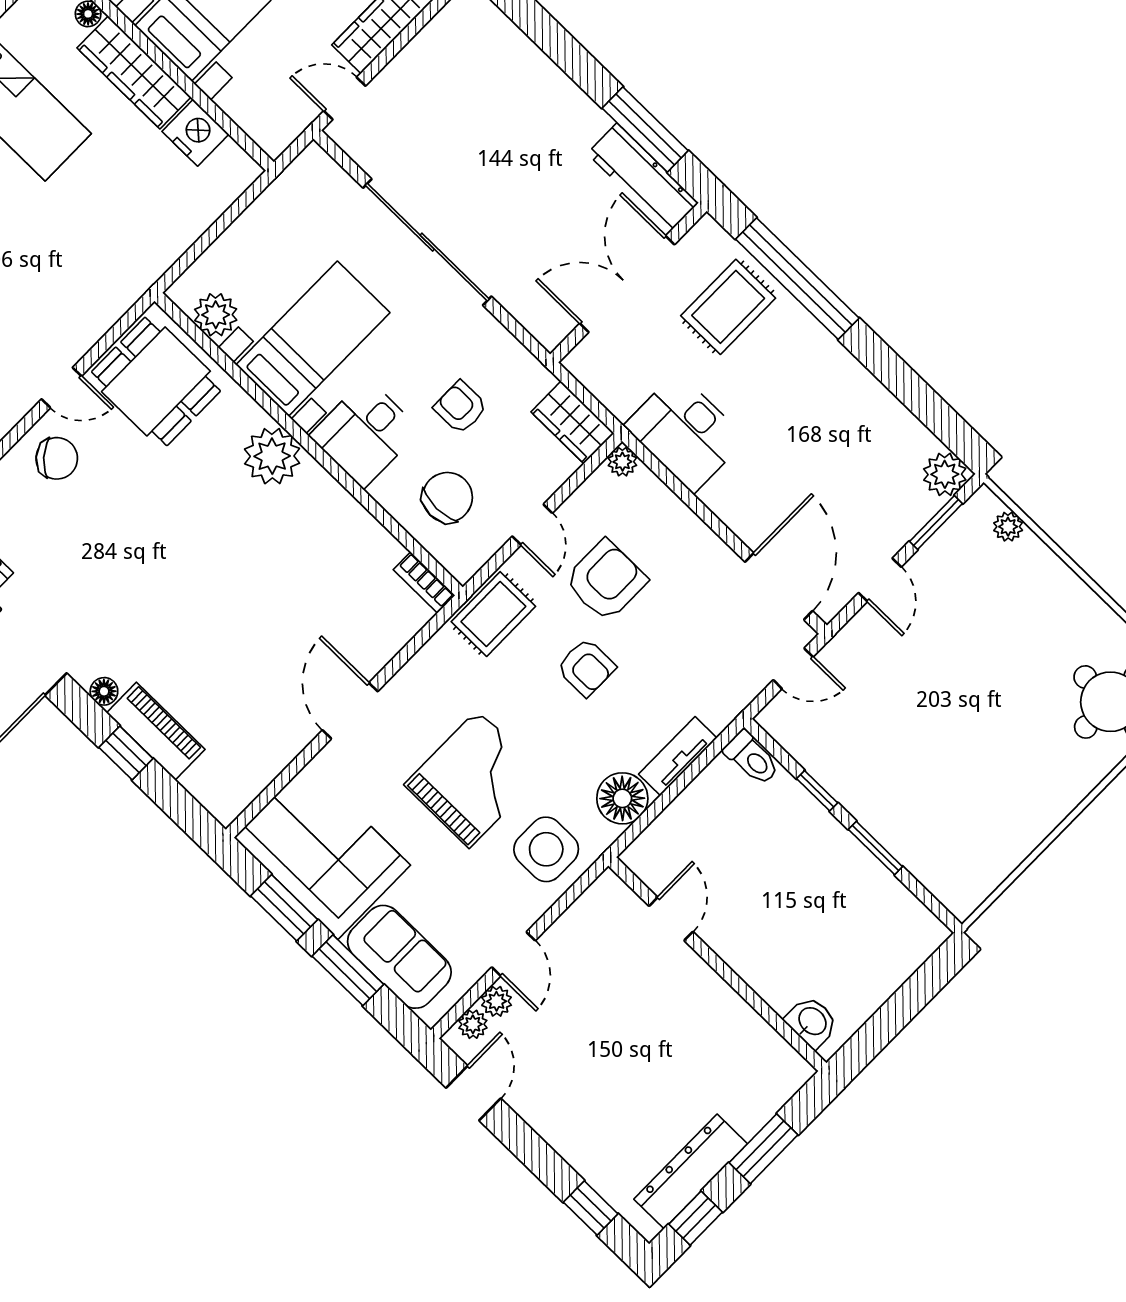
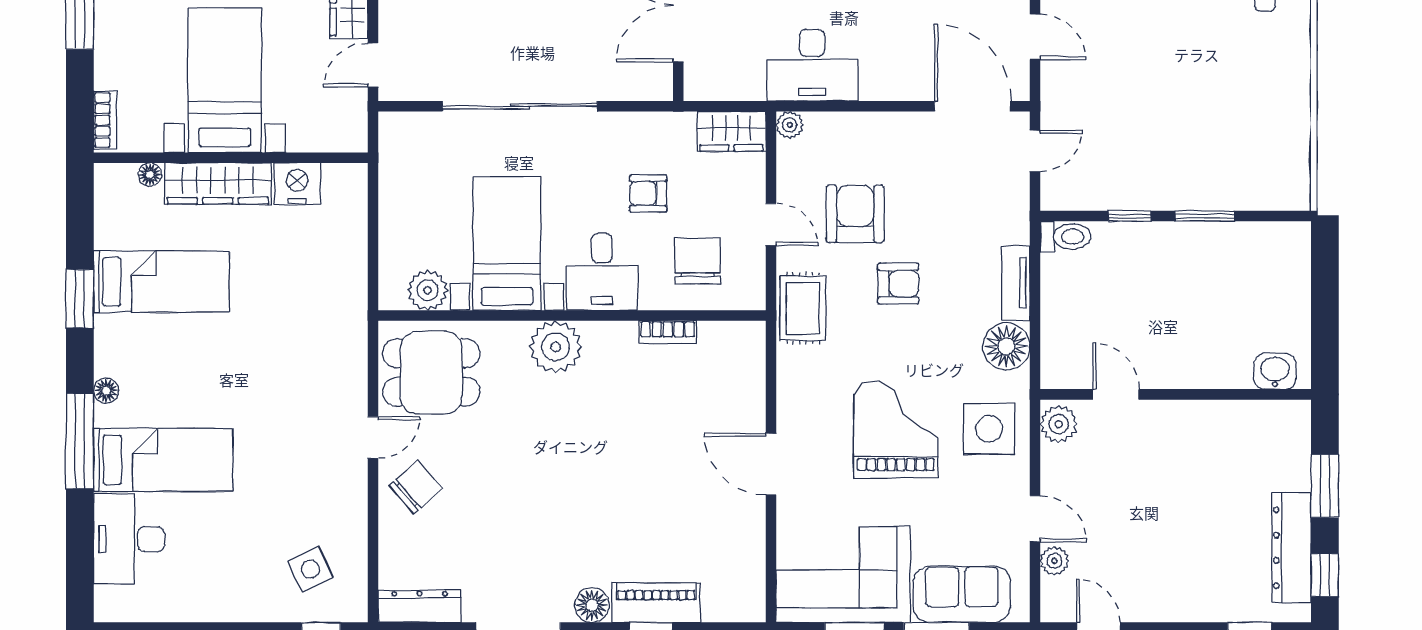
bookcase: (424, 583) -> (668, 332), moved
floor lamp: (104, 691) -> (592, 605), width x1.37, depth x1.37
plant: (473, 1024) -> (1059, 424), moved, width x1.38, depth x1.38

